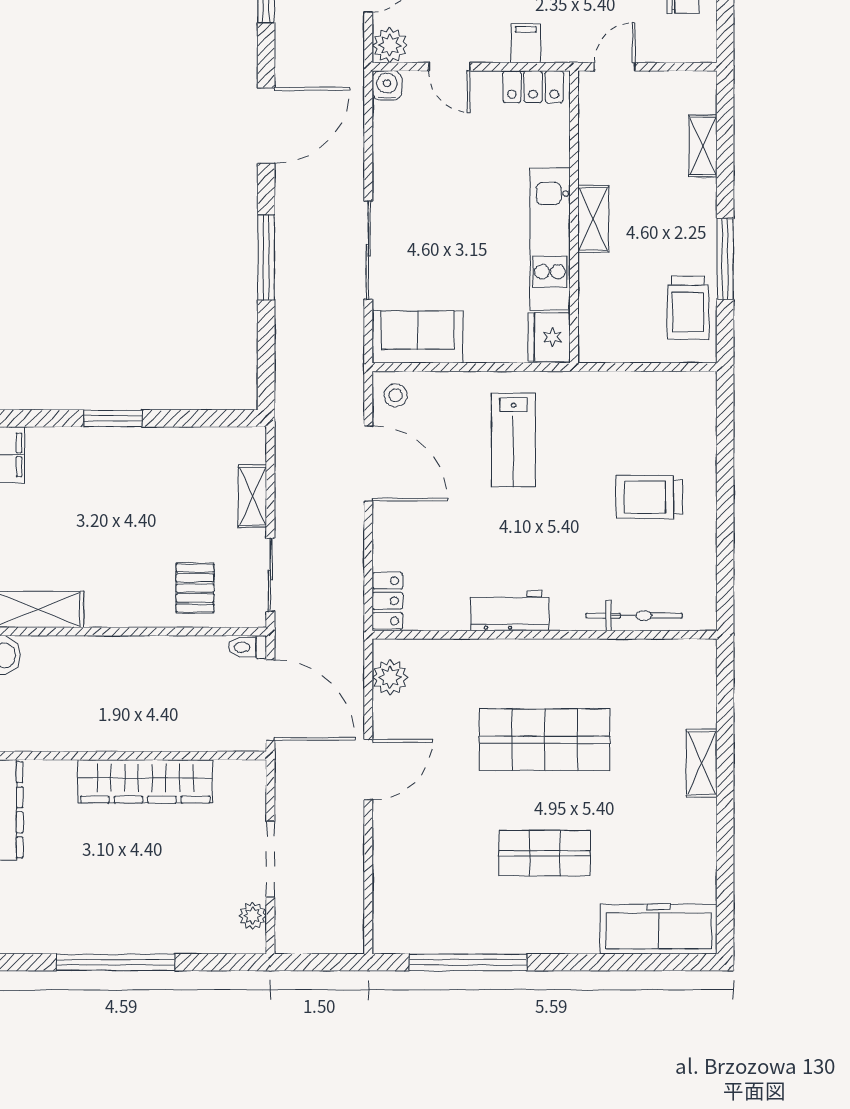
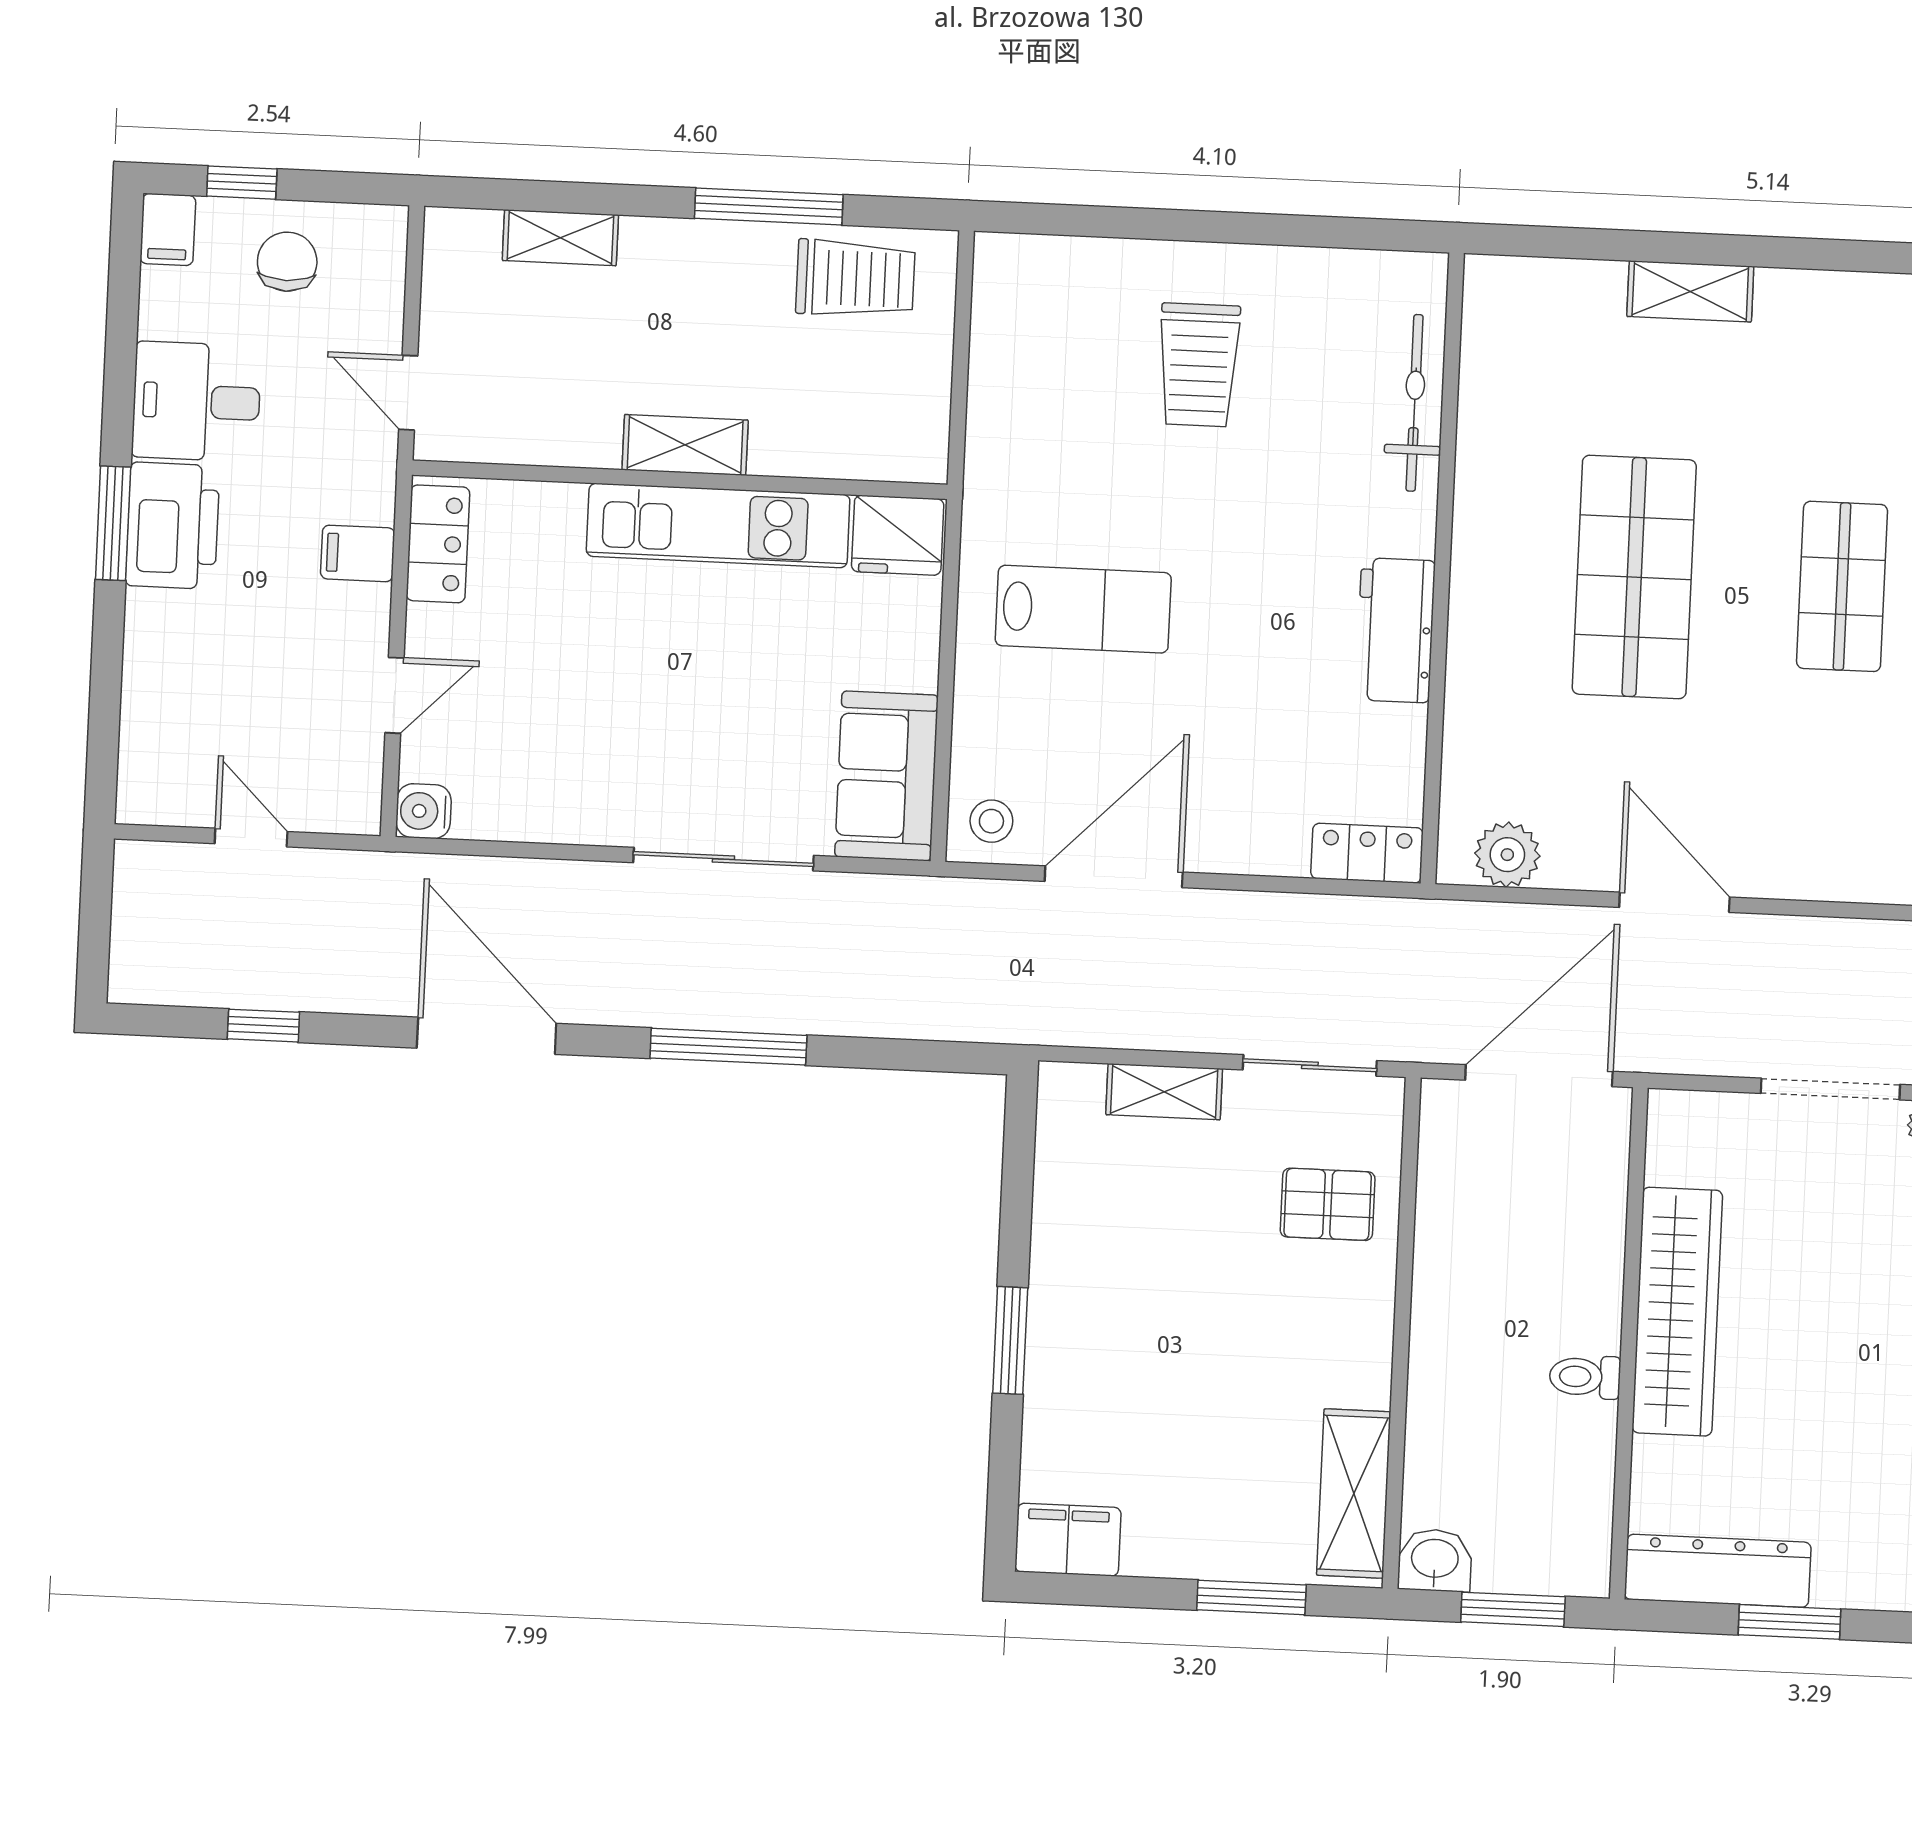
plant: (390, 45) -> (350, 802), removed
toilet: (247, 647) -> (1585, 1377), moved, turned 90

